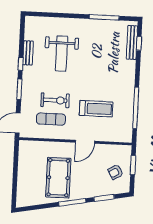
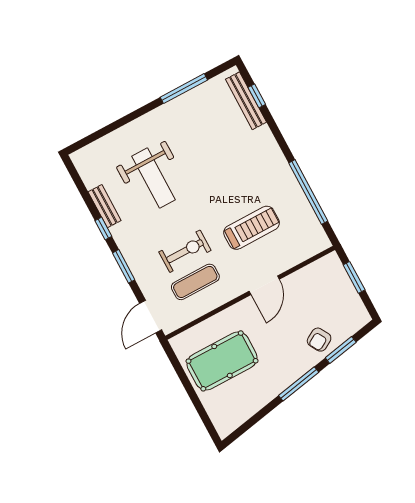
armchair: (116, 172) -> (319, 340), moved
pool table: (58, 178) -> (222, 361), moved, turned 90

